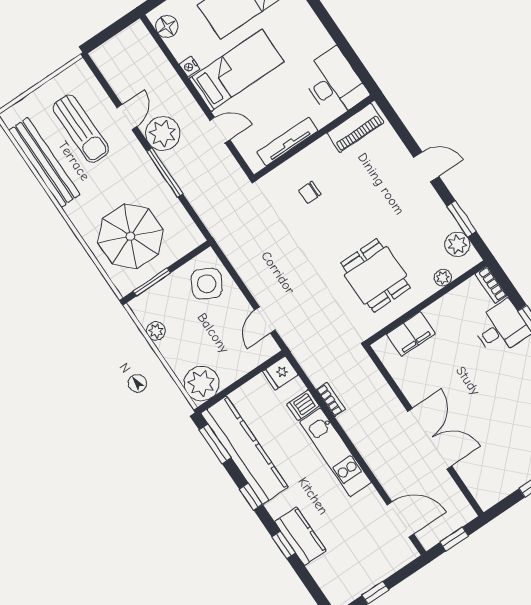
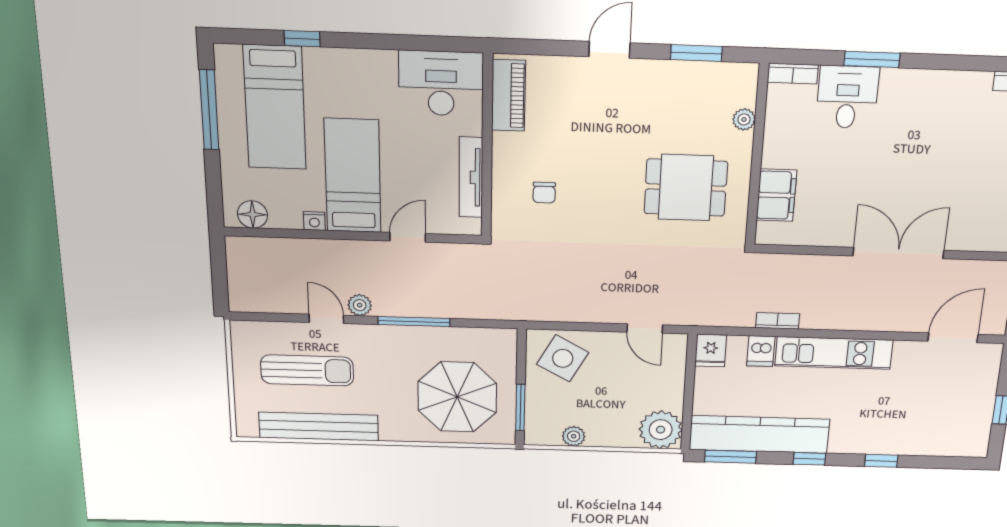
plant: (163, 133) -> (360, 305), width x0.53, depth x0.53
plant: (457, 244) -> (721, 78), removed
kitchen counter: (300, 536) -> (886, 440), removed

